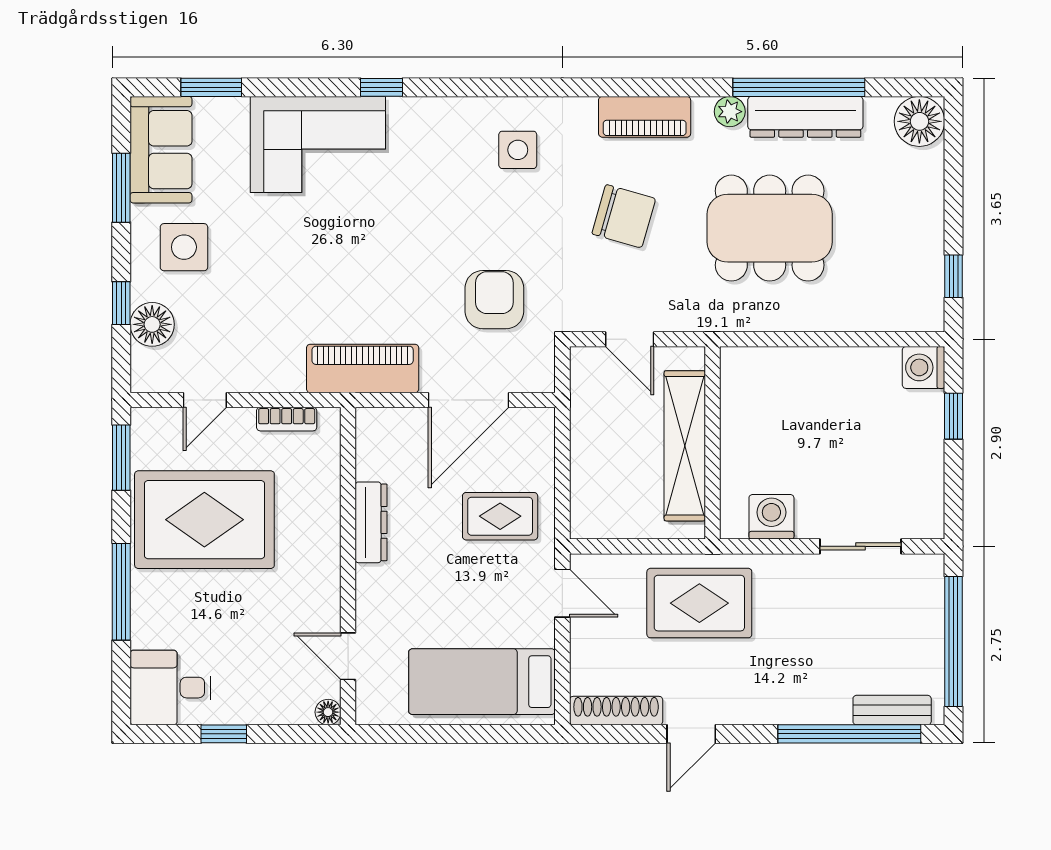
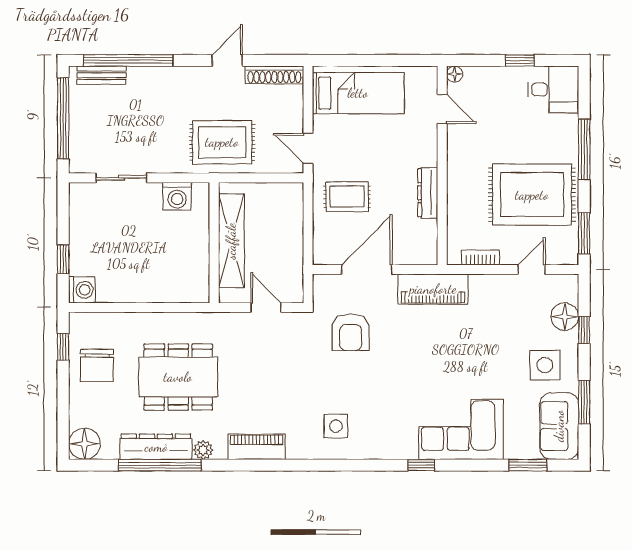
chair: (624, 216) -> (97, 365), moved, turned -106

